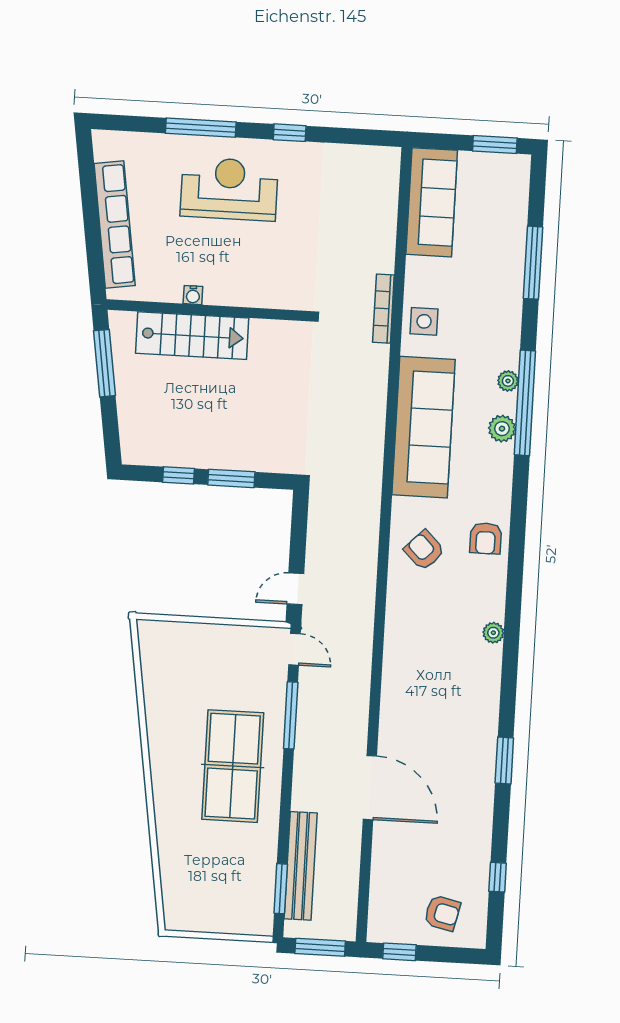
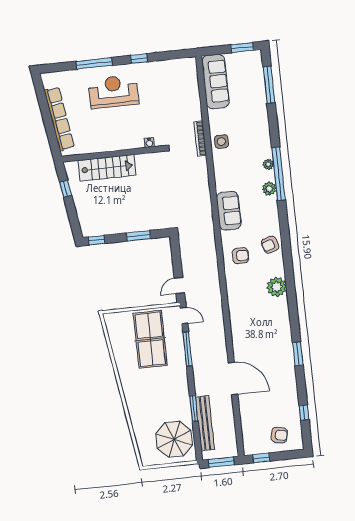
window: (533, 263) -> (269, 85), moved
water cooler: (193, 295) -> (149, 143), moved
window: (105, 363) -> (66, 189), width x0.46
sofa: (424, 427) -> (229, 211), width x0.54, depth x0.79
window: (179, 475) -> (97, 240), moved
armchair: (486, 538) -> (270, 245), turned 73
armchair: (424, 550) -> (240, 256), turned 135
plant: (493, 633) -> (277, 287), width x1.88, depth x1.88
table tennis table: (233, 766) -> (150, 339), moved
parasol: (235, 887) -> (174, 439), added
window: (281, 889) -> (194, 408), moved

